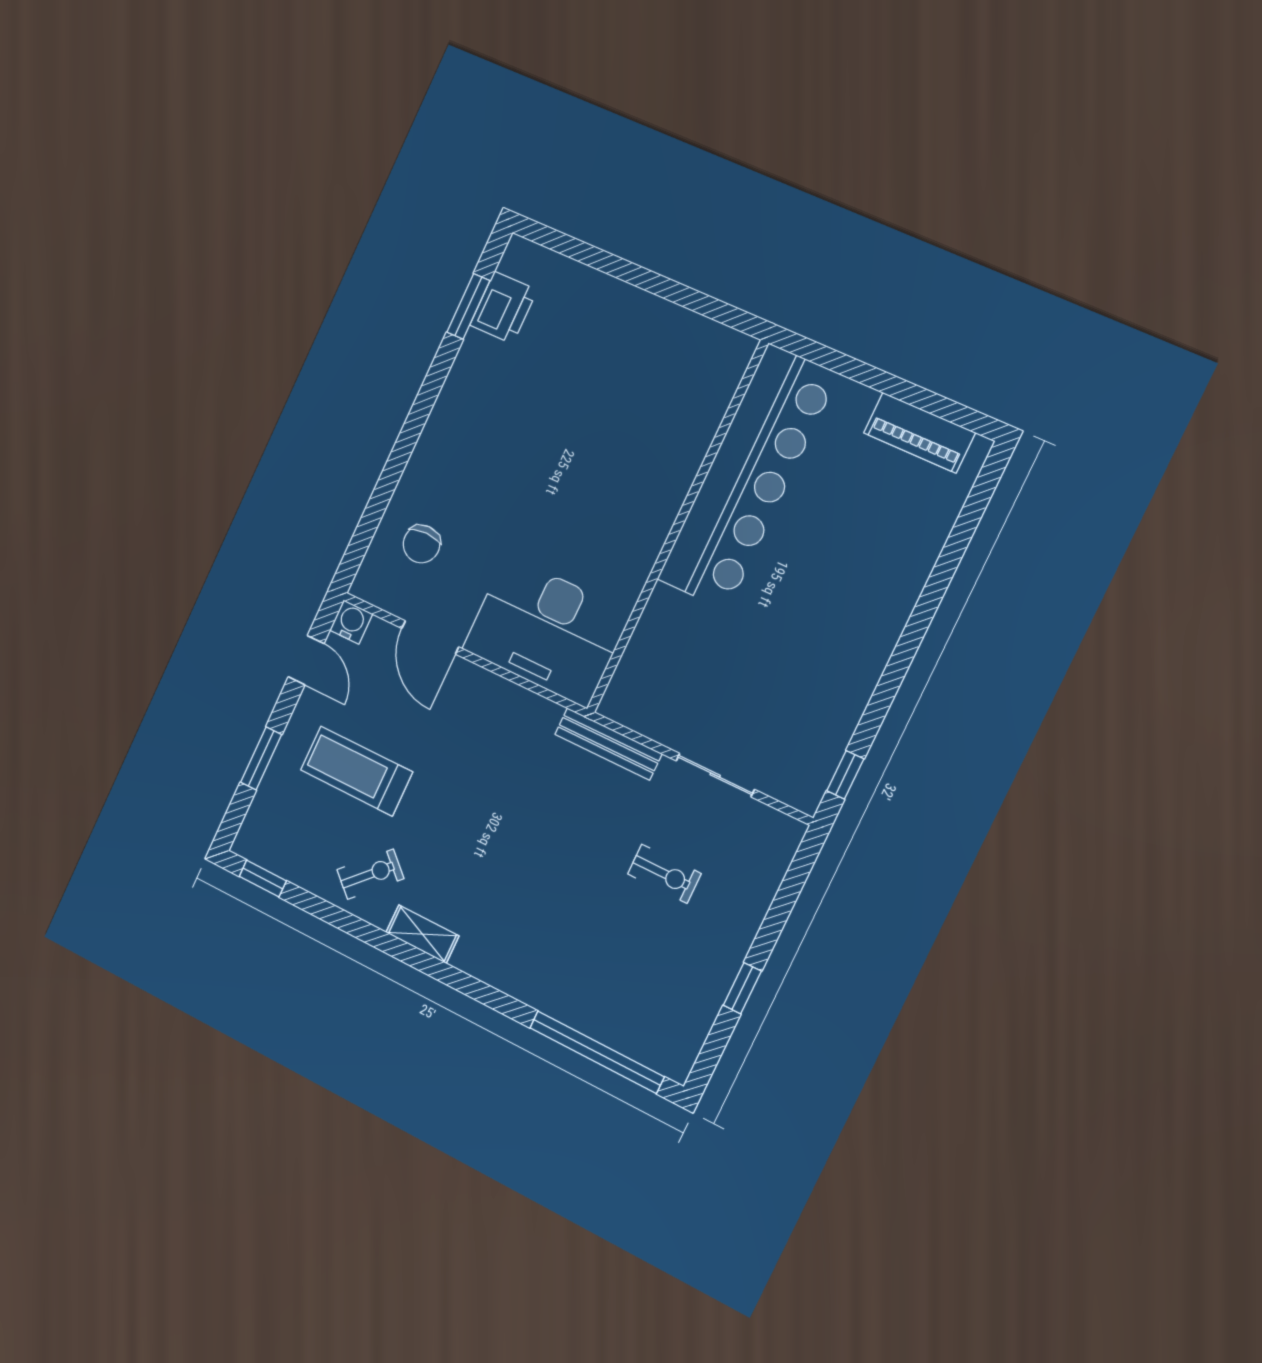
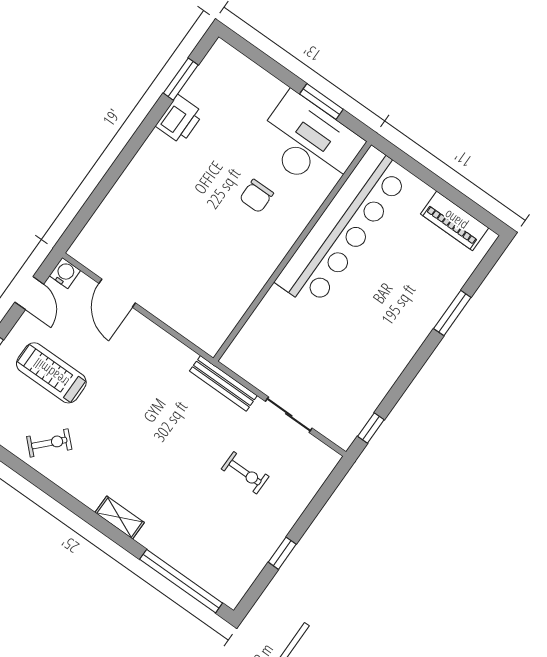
window: (681, 295) -> (321, 102), added
printer: (504, 308) -> (180, 119), moved
chair: (422, 544) -> (257, 196), moved
window: (942, 575) -> (452, 313), added
desk: (546, 631) -> (309, 143), moved, turned 180
shelving: (422, 934) -> (120, 517), moved

